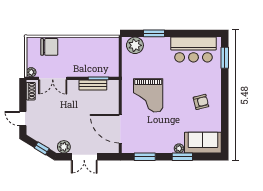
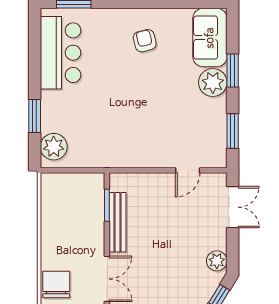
bench: (93, 85) -> (118, 222), width x1.36
grand piano: (148, 95) -> (134, 126), removed
door: (120, 129) -> (188, 170), width x0.53
plant: (179, 148) -> (213, 83), width x1.87, depth x1.87
double door: (84, 157) -> (233, 207), moved

